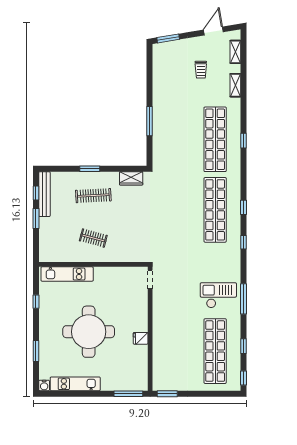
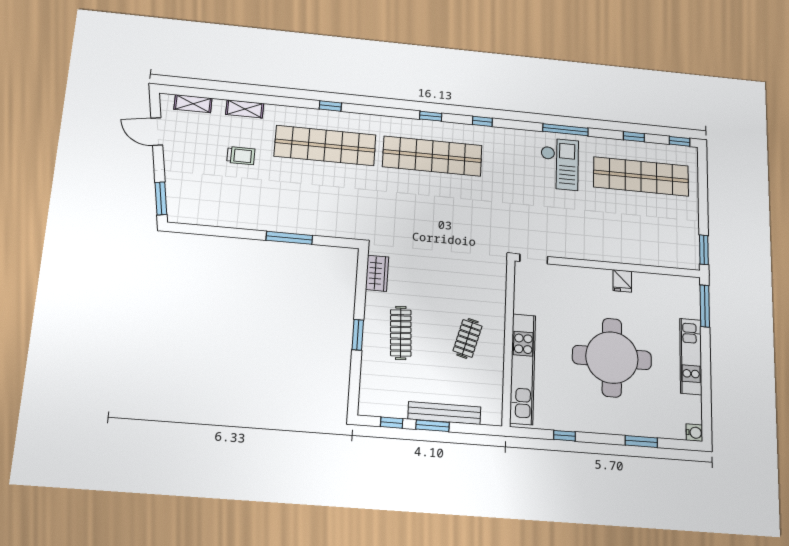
trolley: (201, 70) -> (241, 156), moved
bench: (44, 194) -> (444, 413), moved
kitchen unit: (67, 274) -> (523, 369), width x1.36
checkout: (218, 295) -> (560, 164), turned 180
kitchen unit: (75, 384) -> (691, 356), moved

